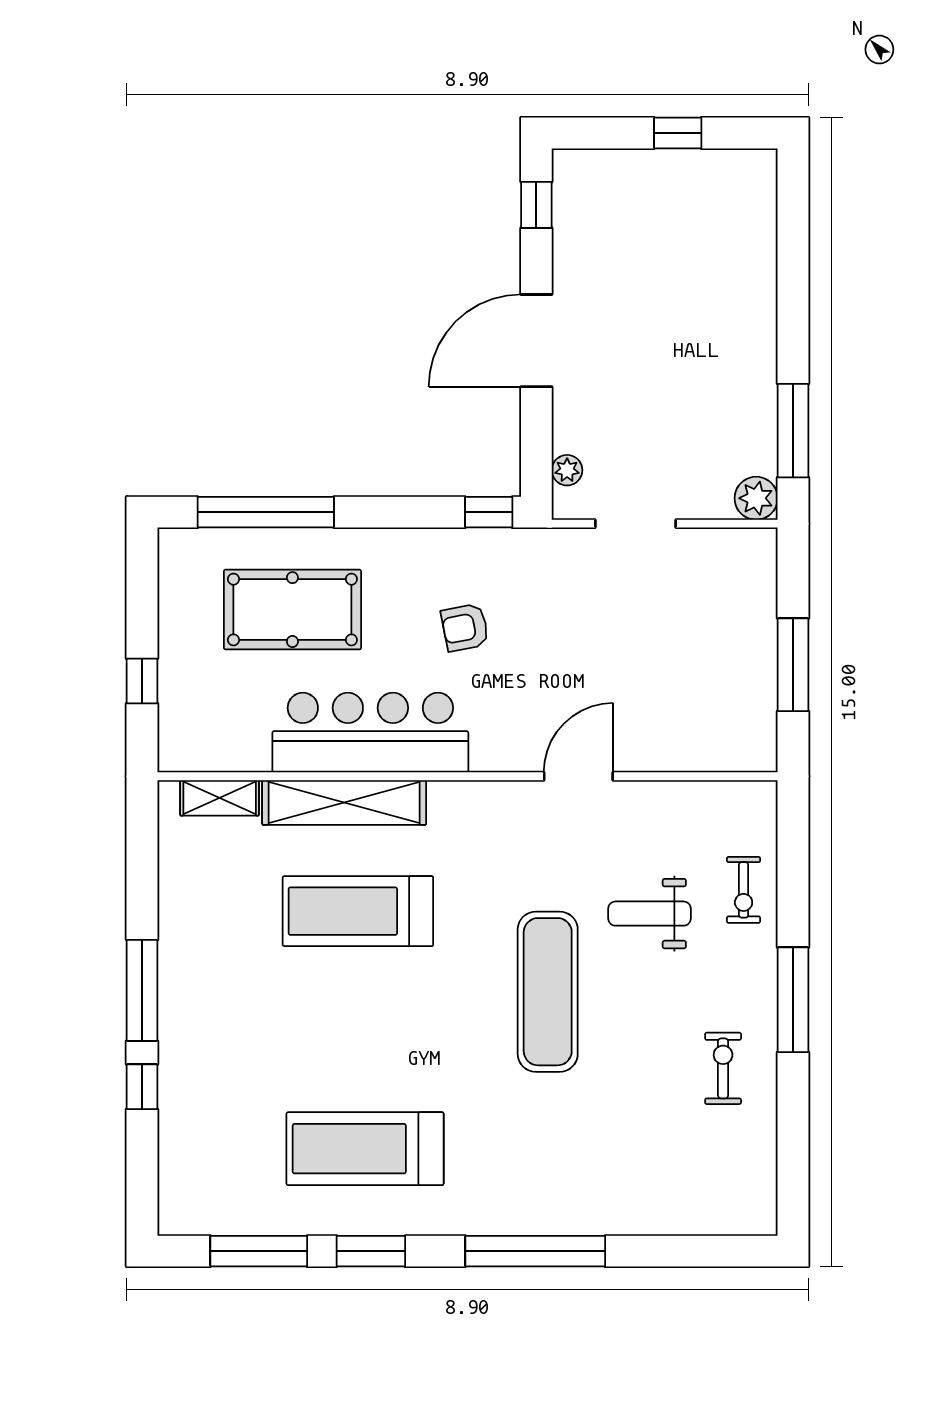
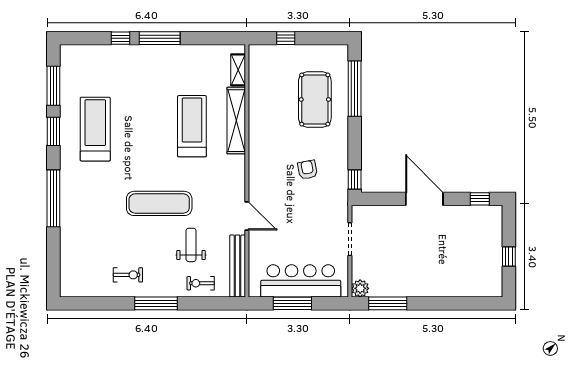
plant: (567, 470) -> (372, 211), removed
bar counter: (370, 733) -> (301, 281), moved, turned -90
bench: (701, 799) -> (238, 266), added

